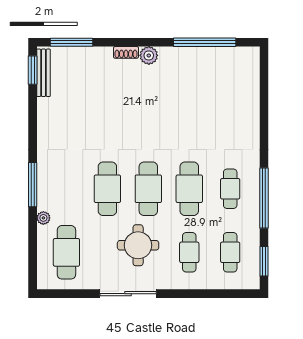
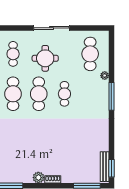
cafe table: (107, 189) -> (64, 94), width x0.73, depth x0.74

